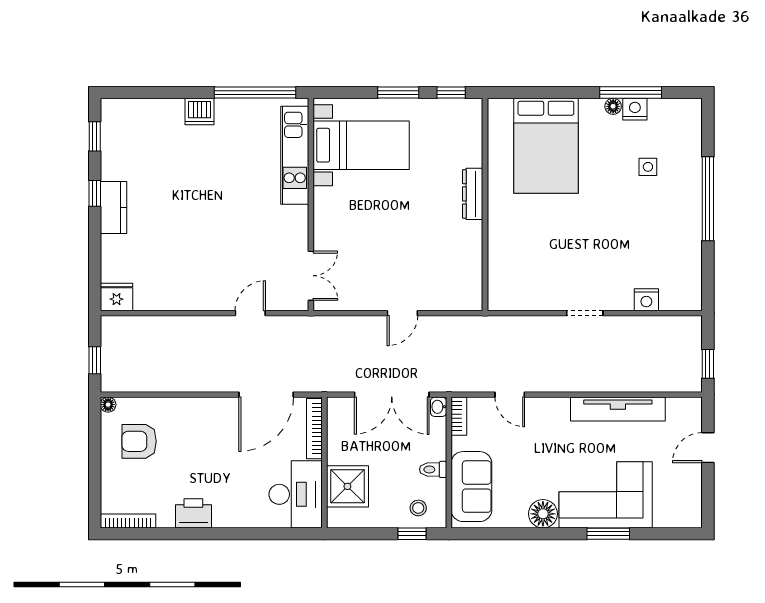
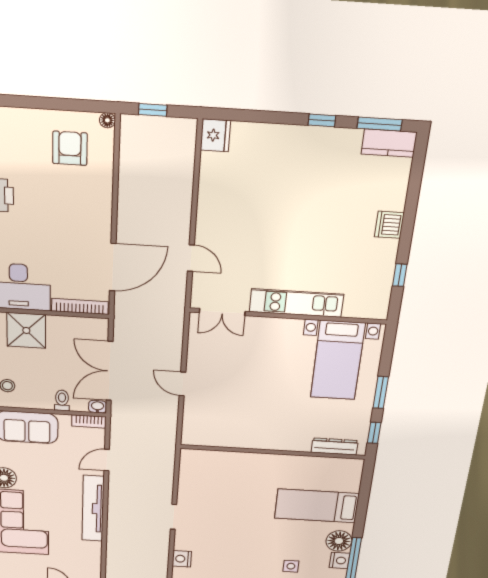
window: (255, 93) -> (400, 275), width x0.32
floor lamp: (613, 106) -> (339, 541), width x1.89, depth x1.89
window: (95, 136) -> (380, 124), width x1.50
bed: (546, 146) -> (317, 506), width x0.67
kitchen unit: (295, 155) -> (296, 303), moved
dresser: (473, 194) -> (335, 446), moved
kitchen counter: (113, 208) -> (389, 143), moved
door: (266, 395) -> (113, 267), swing flipped
tv unit: (618, 409) -> (93, 508), moved
toilet: (433, 469) -> (62, 400), moved

